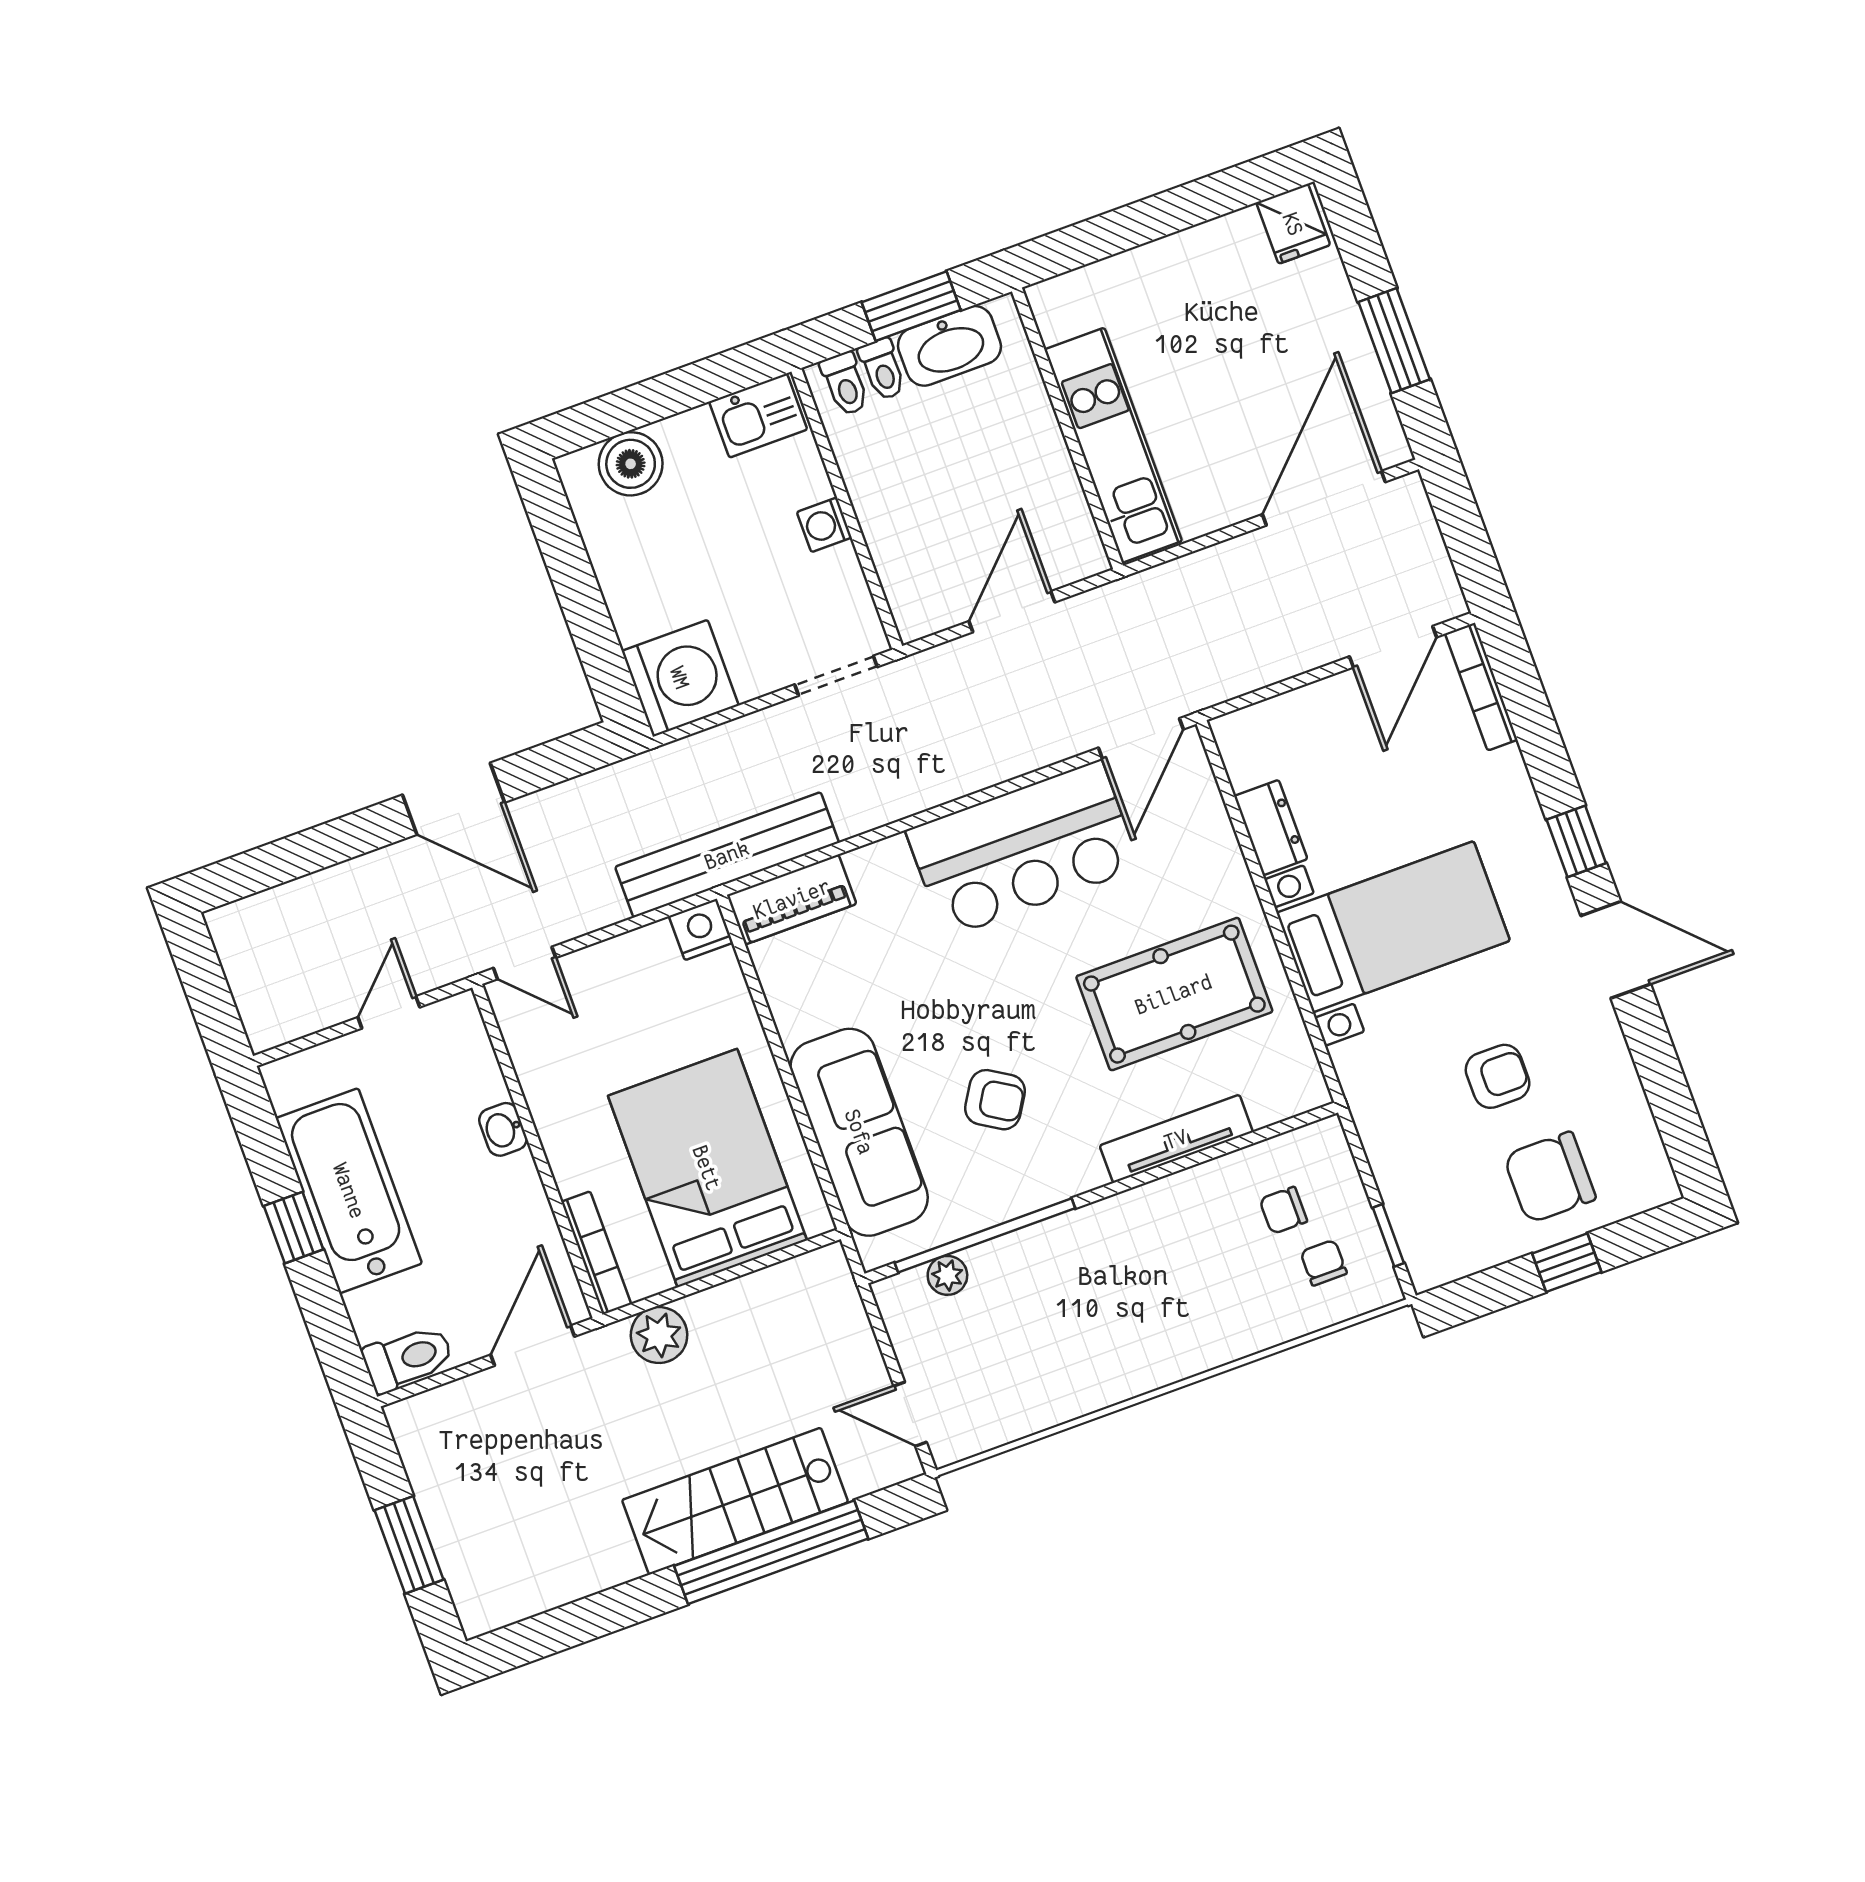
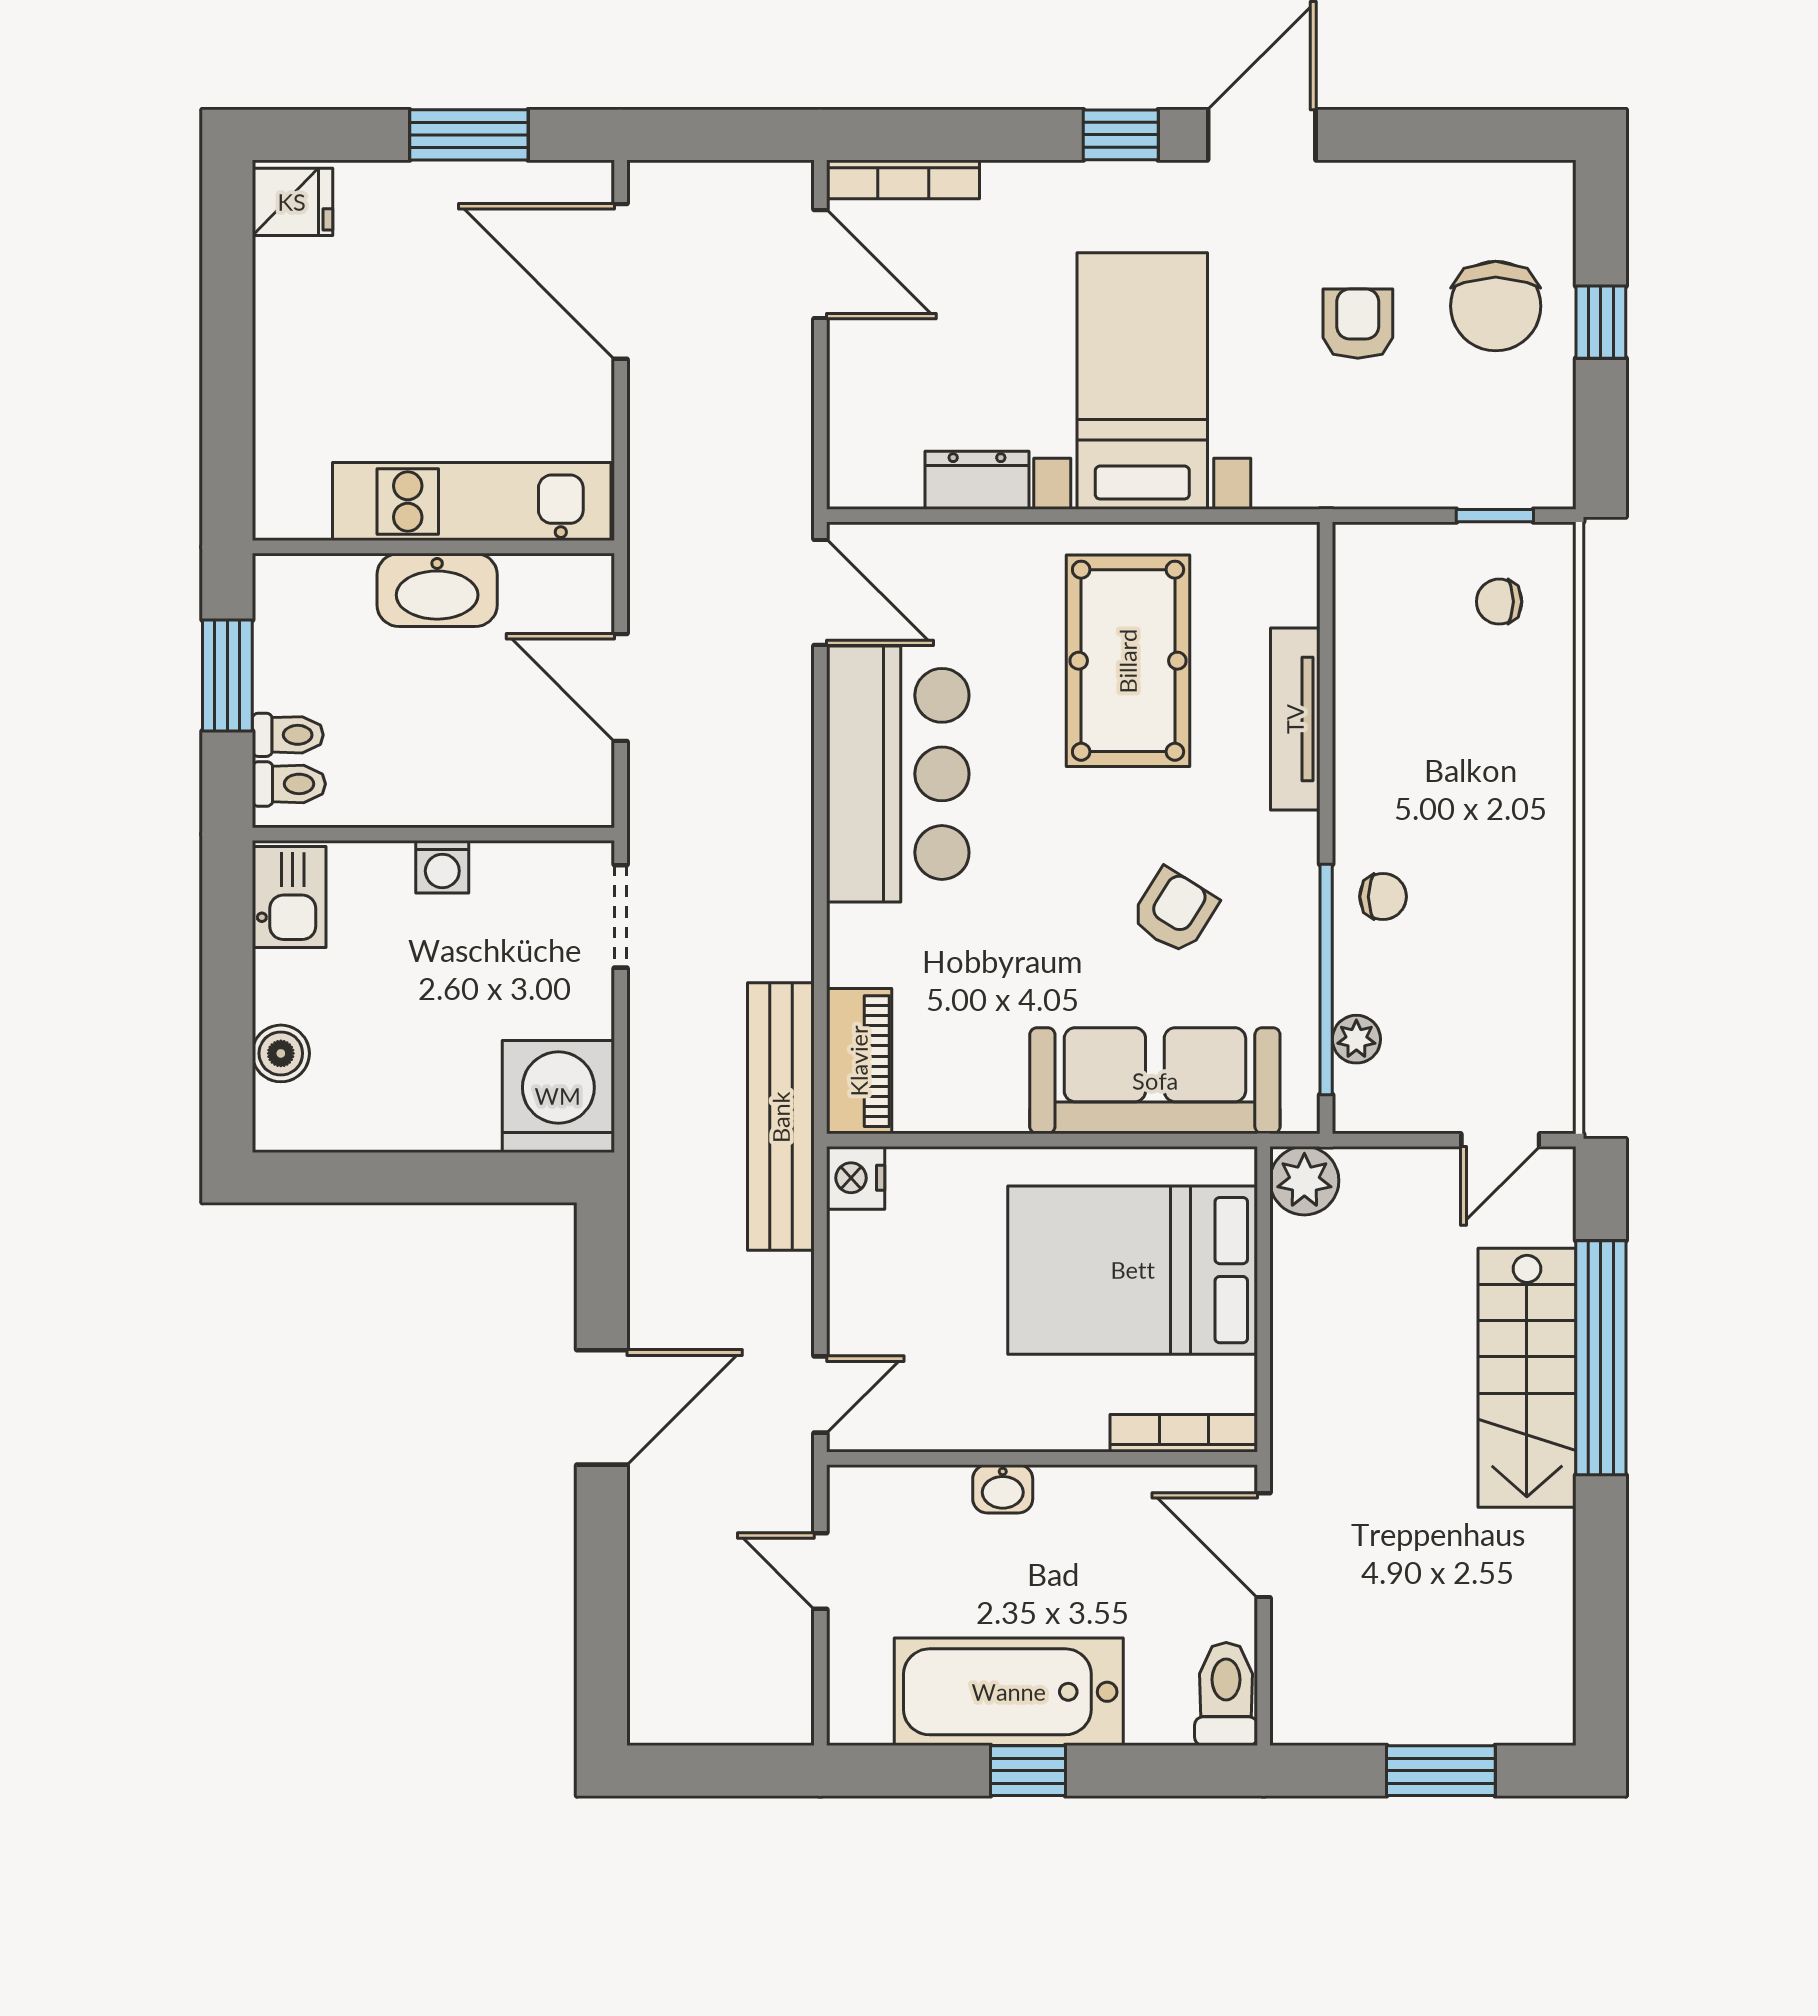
washbasin: (949, 346) -> (437, 590), moved, turned 90
boiler: (631, 464) -> (281, 1053), width x0.73, depth x0.73
chair: (1283, 1210) -> (1383, 897), moved, turned -90
plant: (659, 1335) -> (1304, 1181), moved

